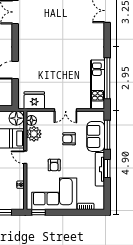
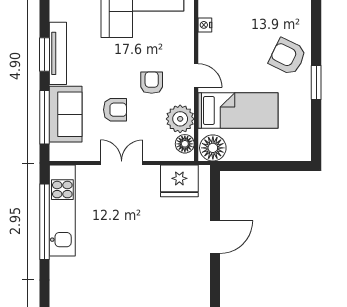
armchair: (54, 165) -> (152, 83), moved

